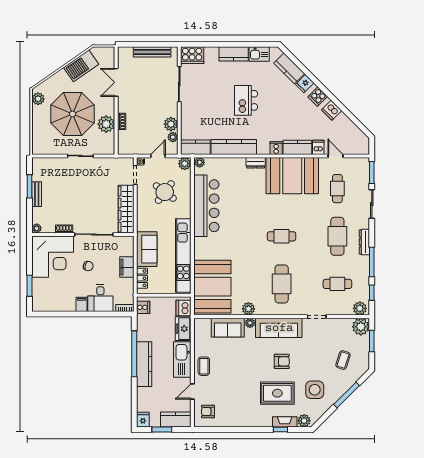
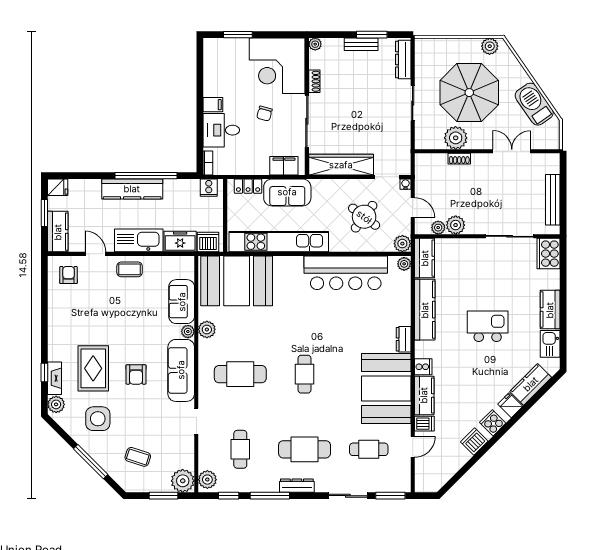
dresser: (48, 163) -> (403, 59), added
filing cabinet: (127, 267) -> (284, 166), moved

